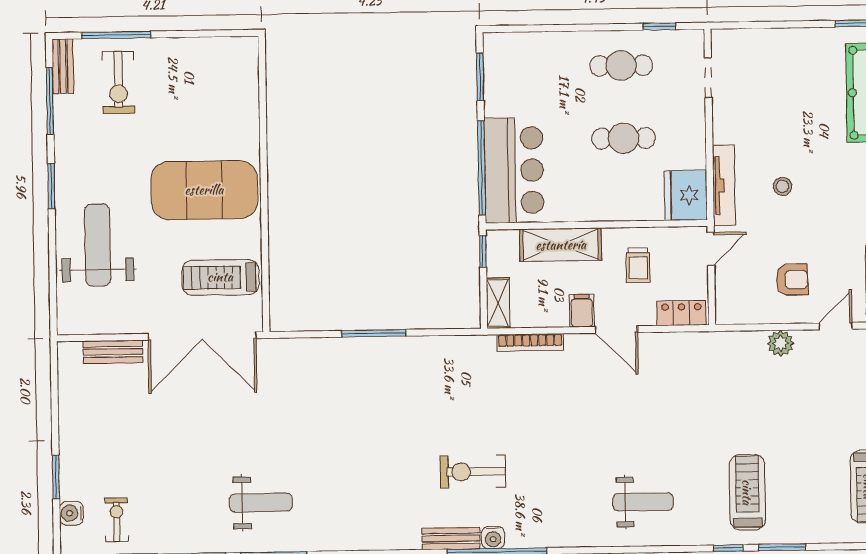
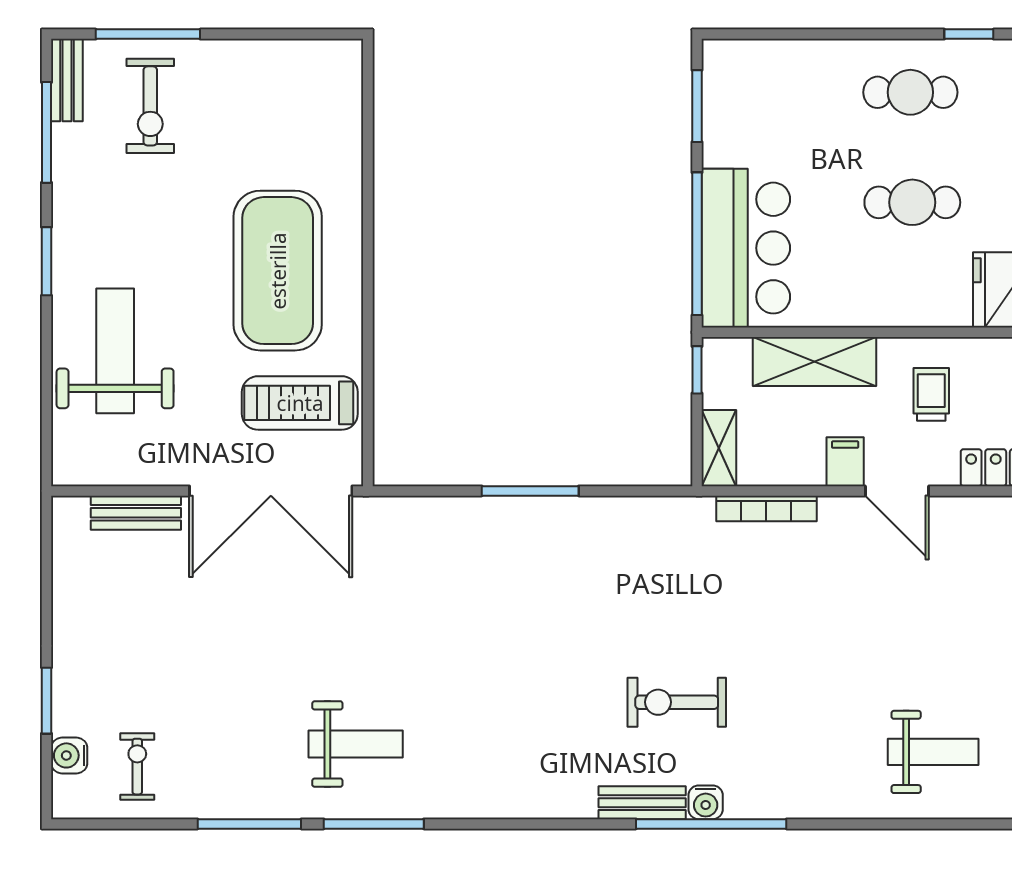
exercise mat: (204, 190) -> (278, 271), turned 90
trolley: (638, 265) -> (931, 394), turned 180

